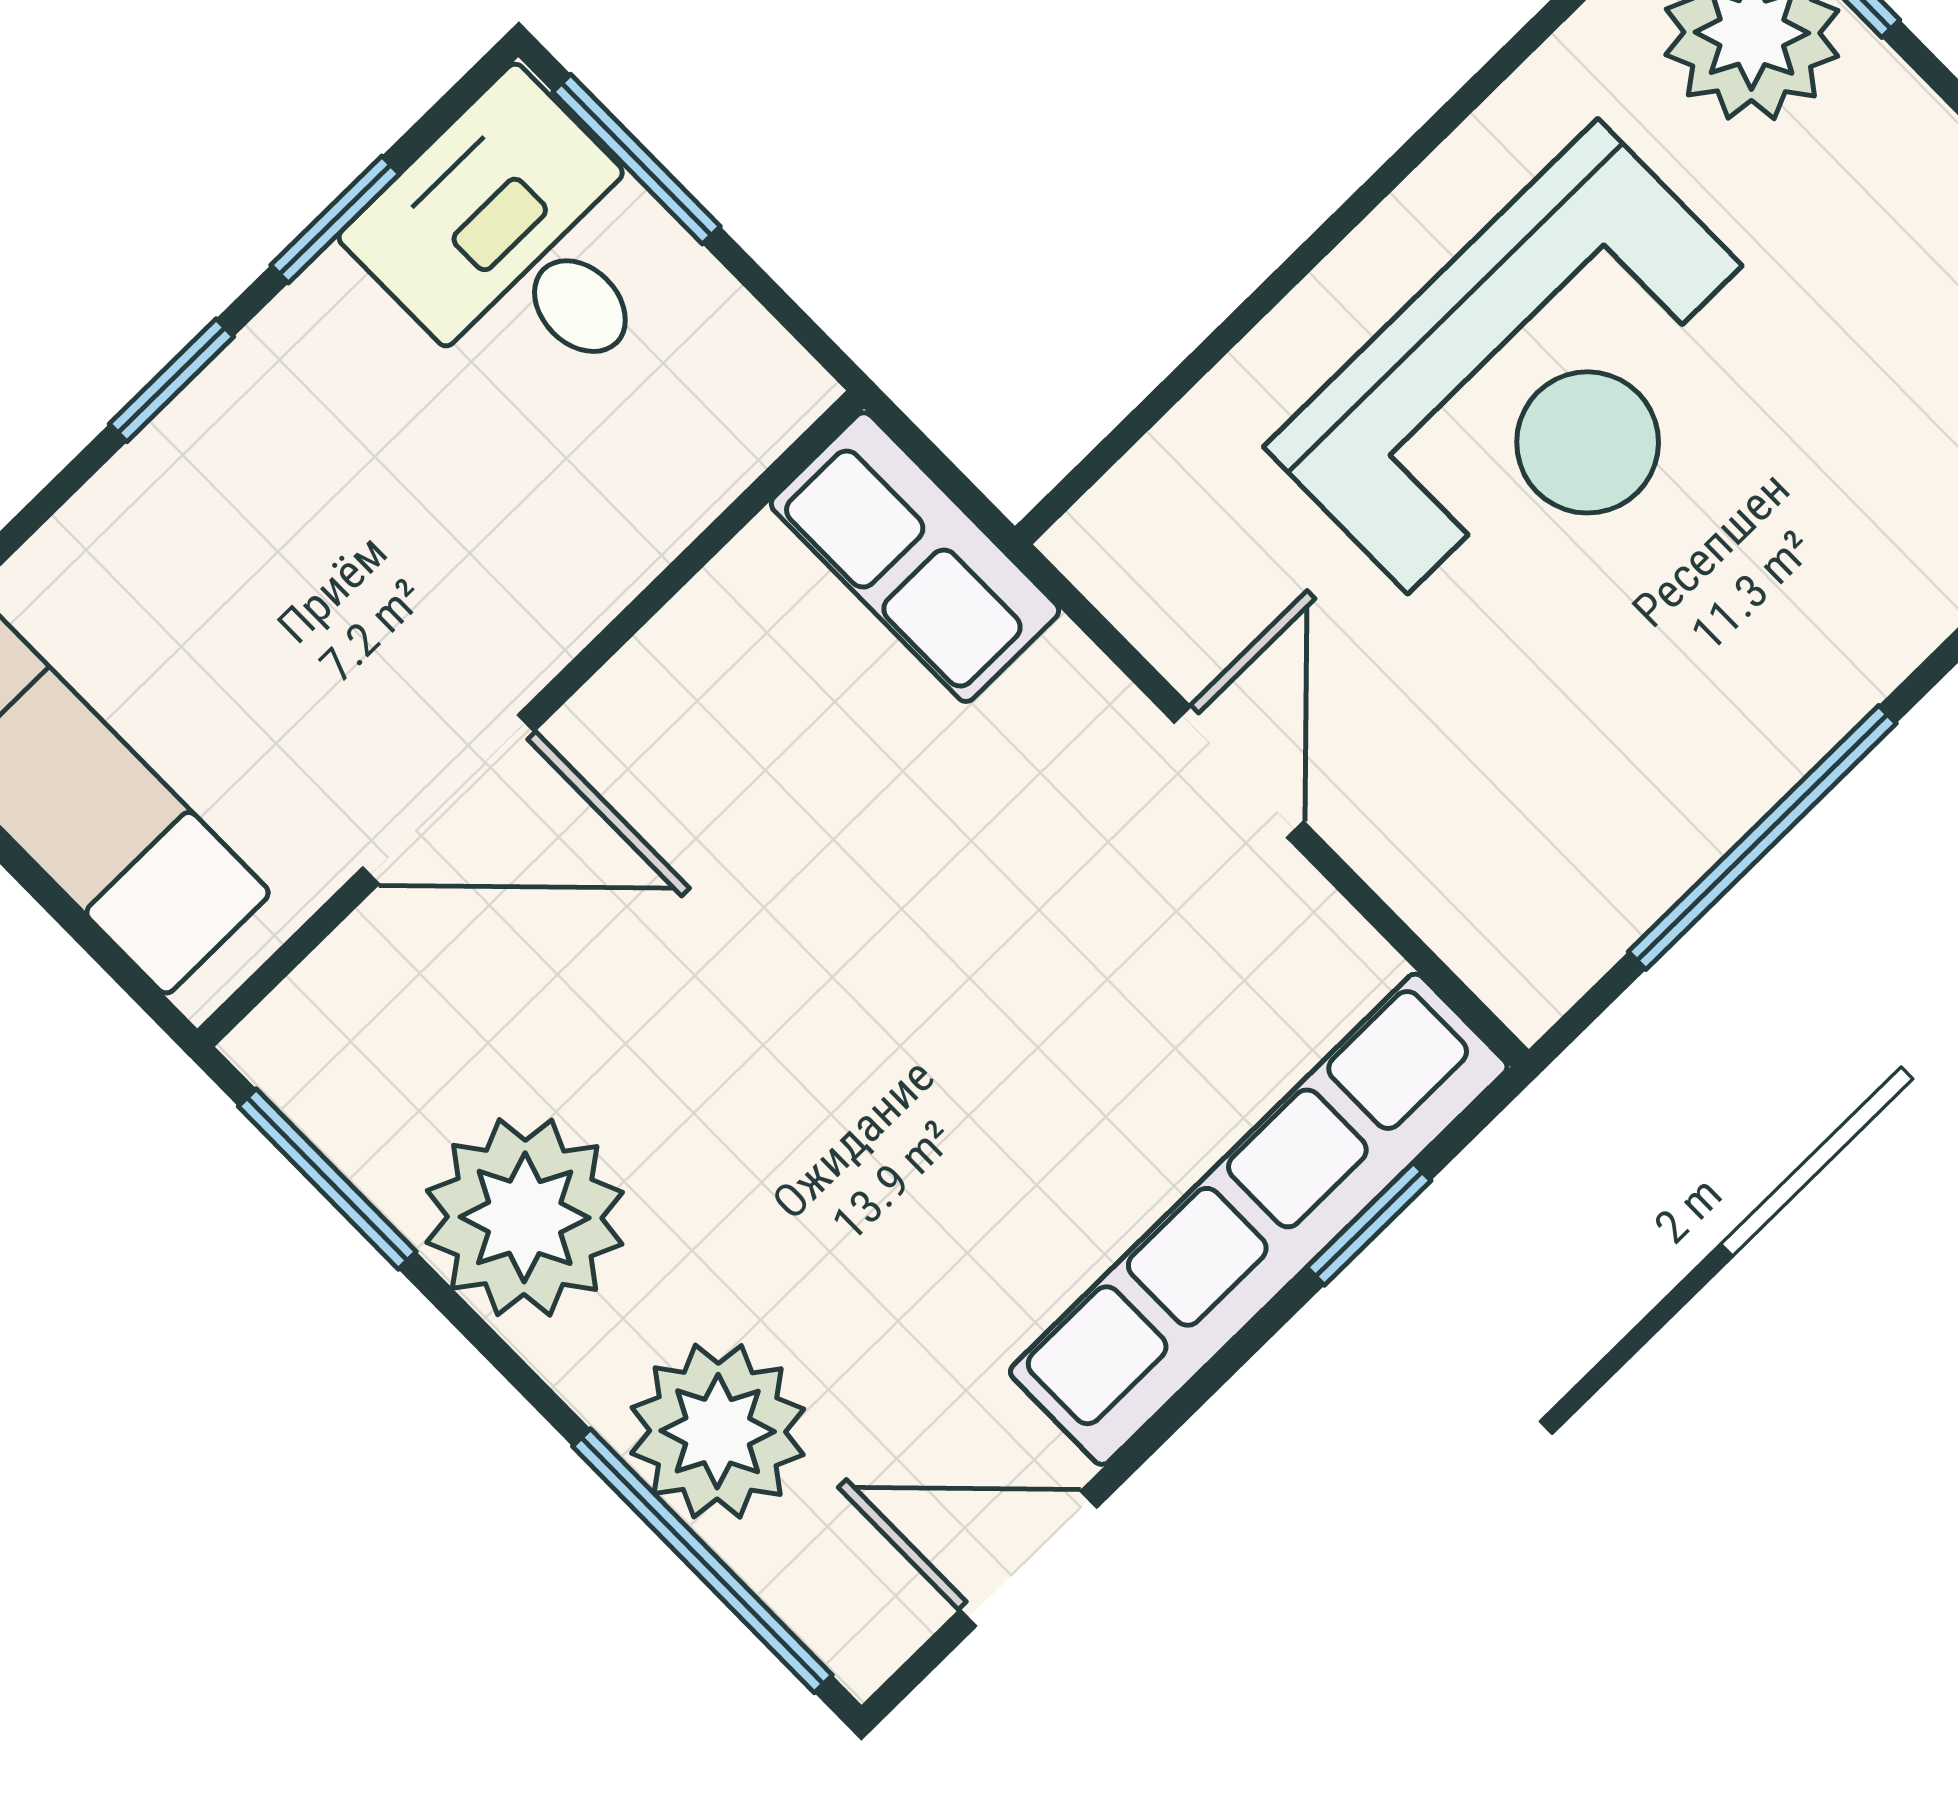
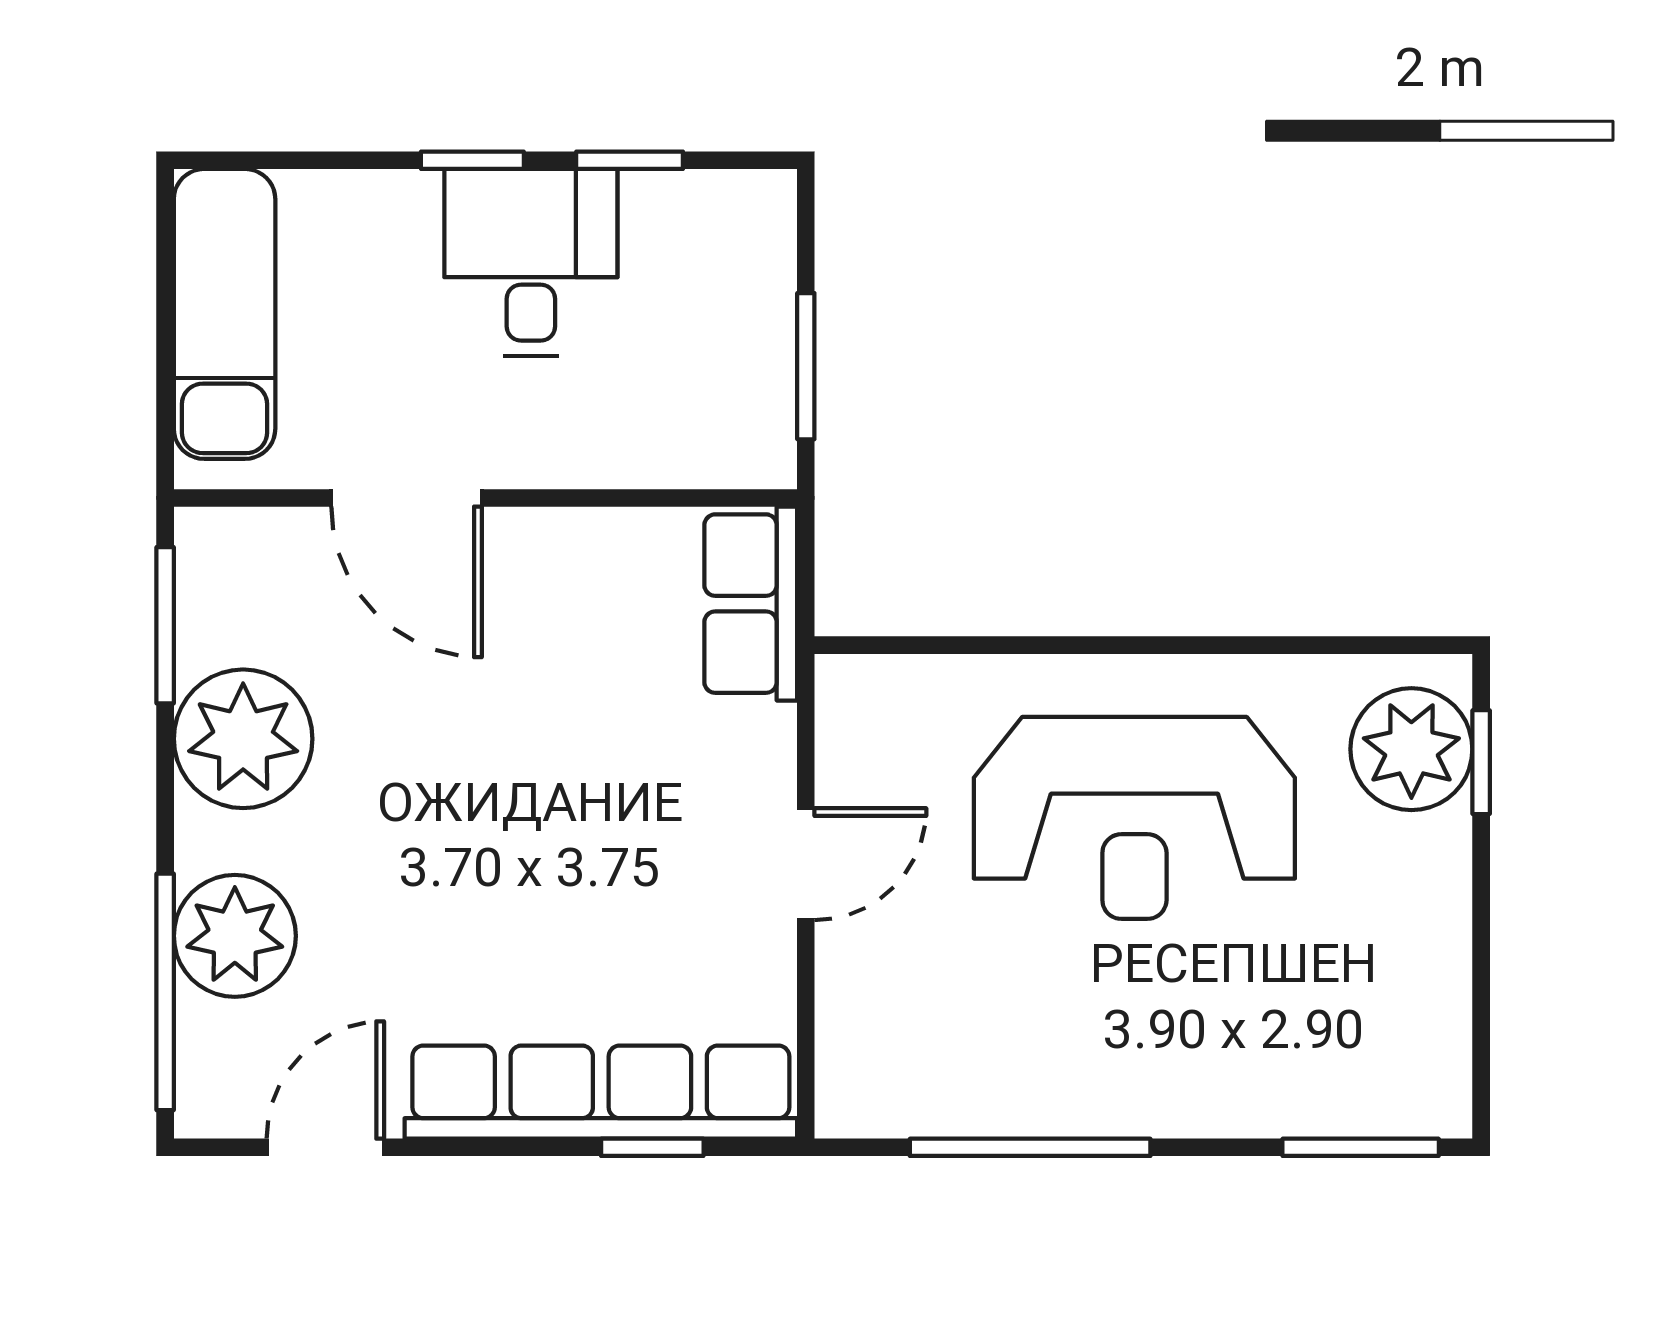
window: (637, 159) -> (806, 366), moved
desk: (521, 246) -> (531, 262), moved
door: (1028, 1559) -> (325, 1147), hinge flipped

